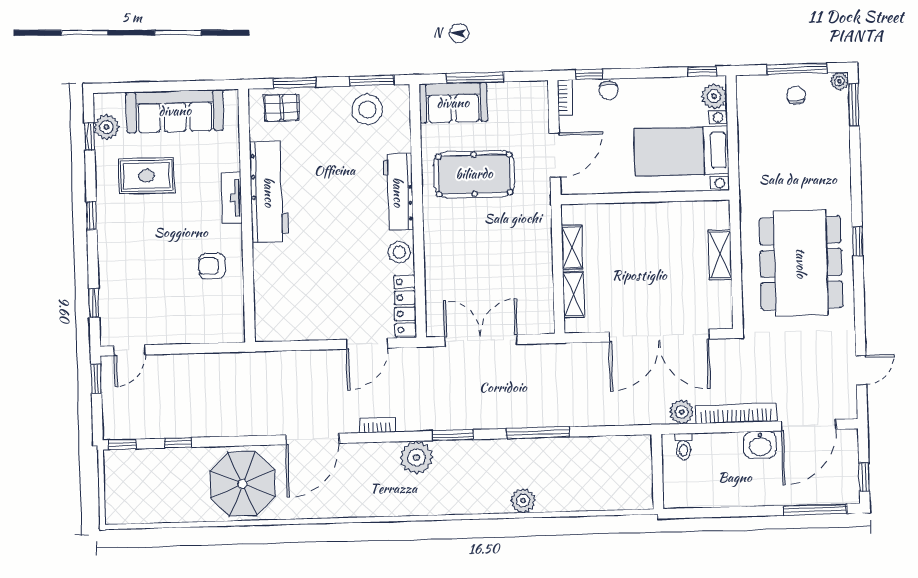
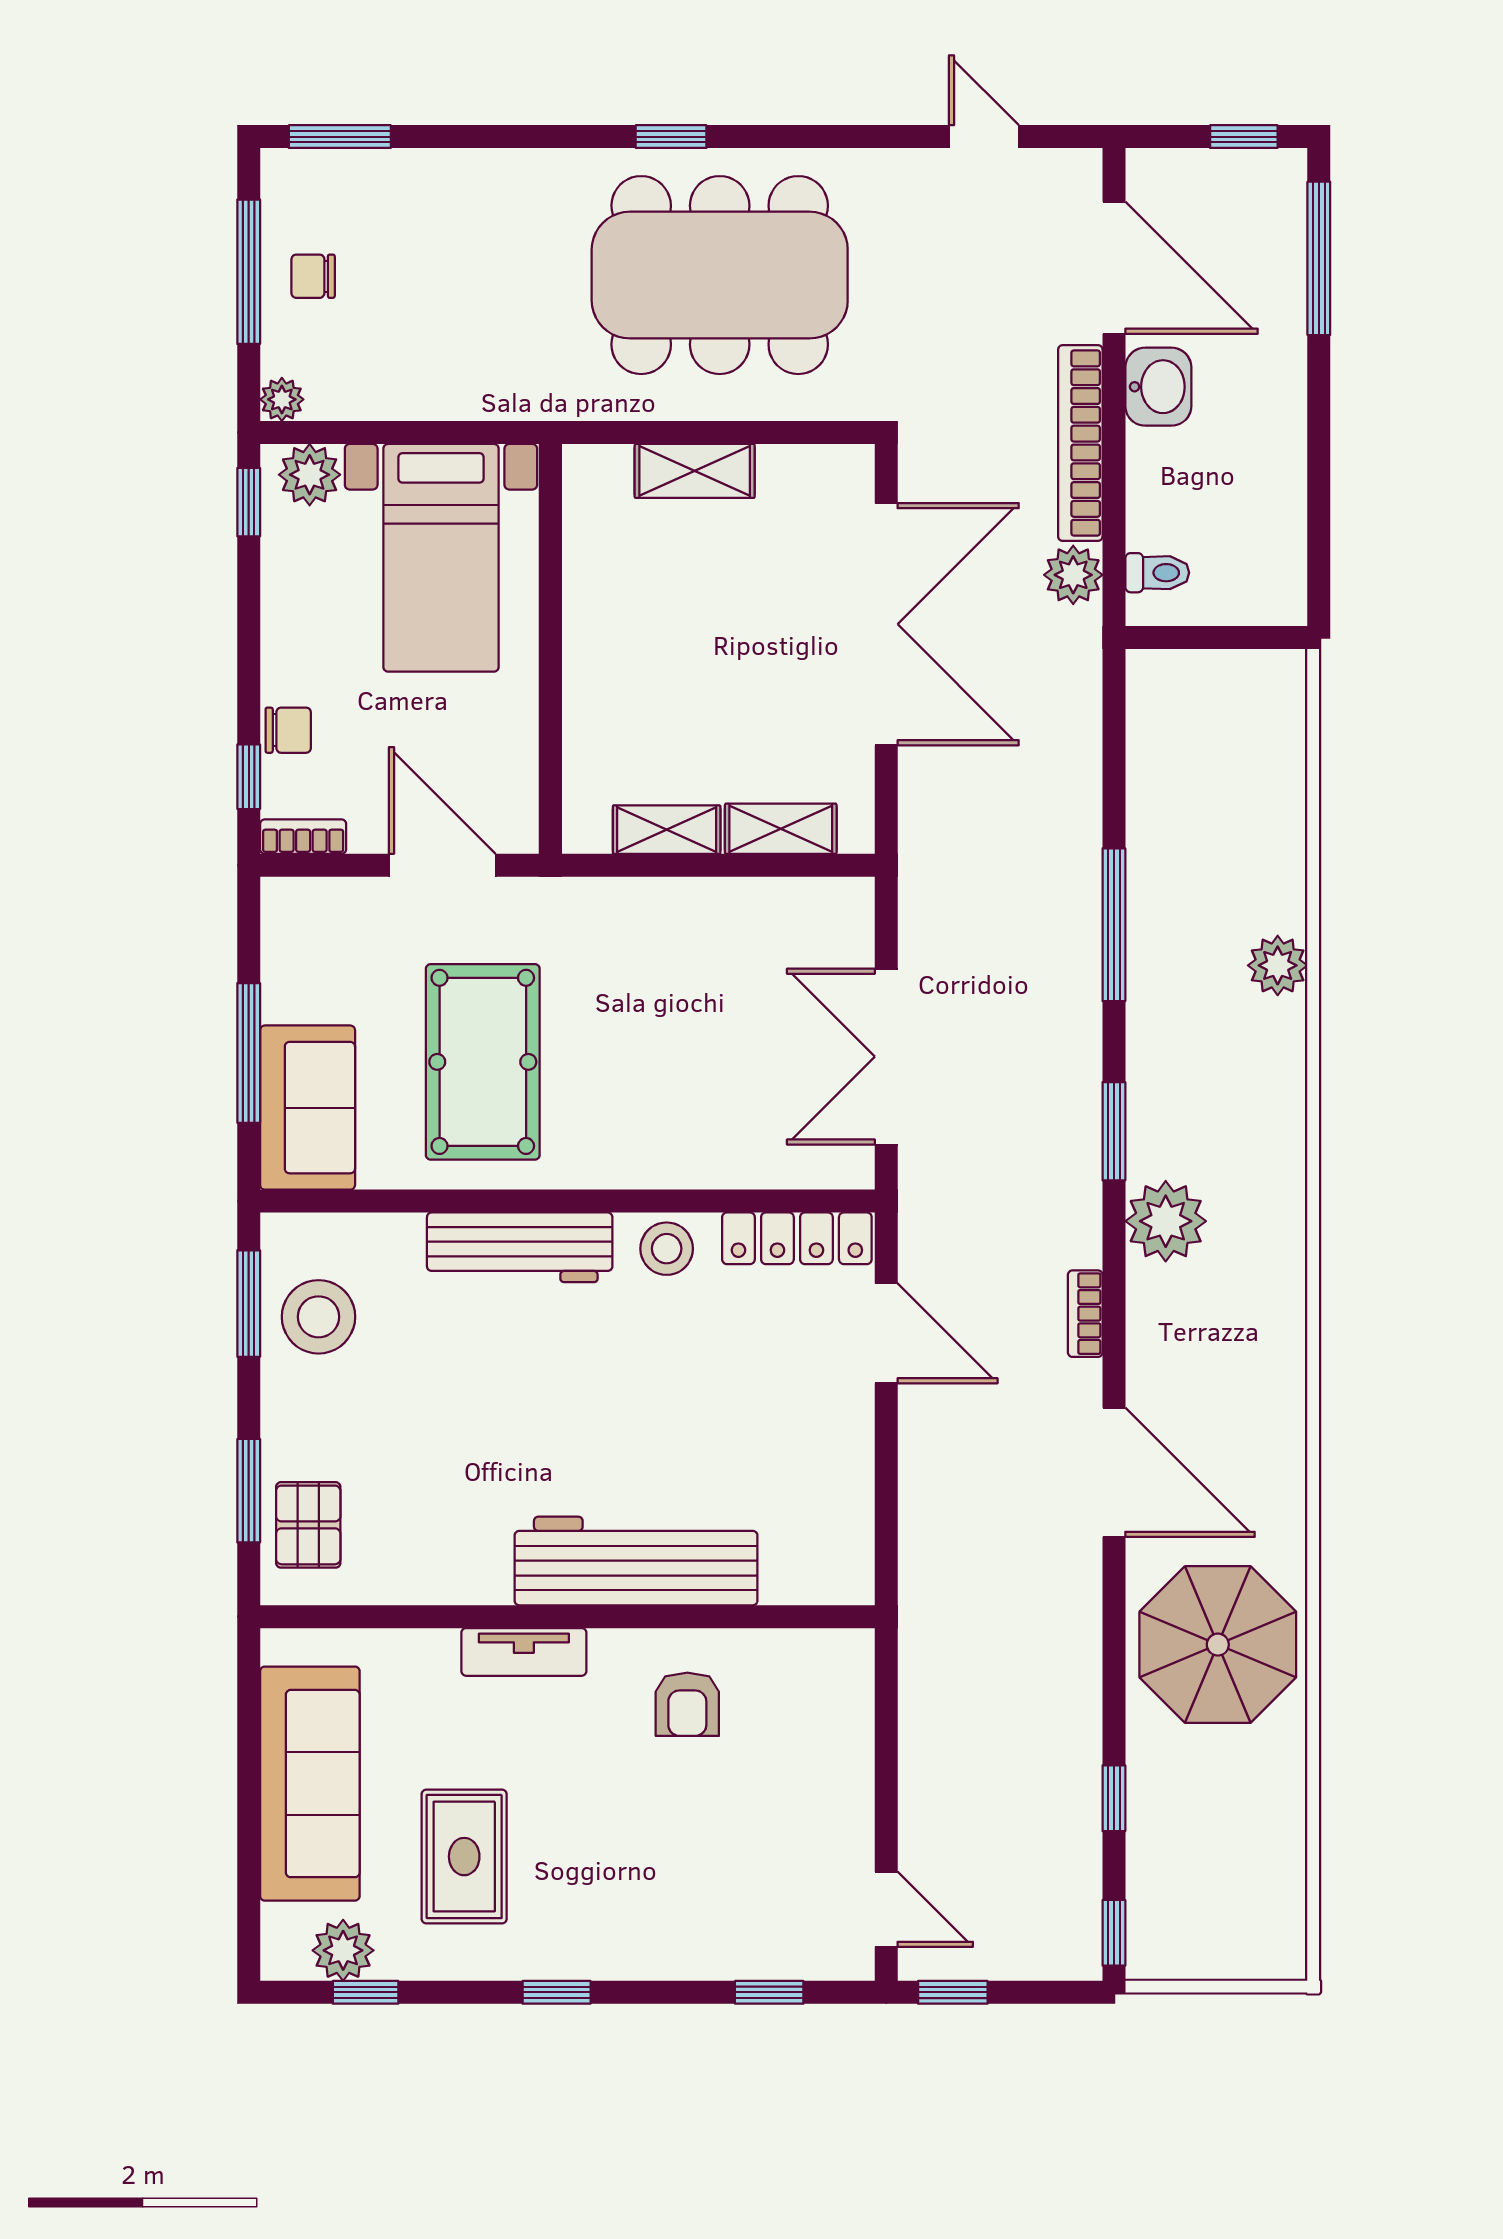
plant: (839, 81) -> (282, 399), moved
workbench: (269, 192) -> (636, 1561), moved

